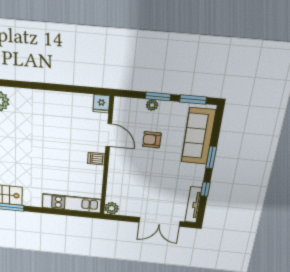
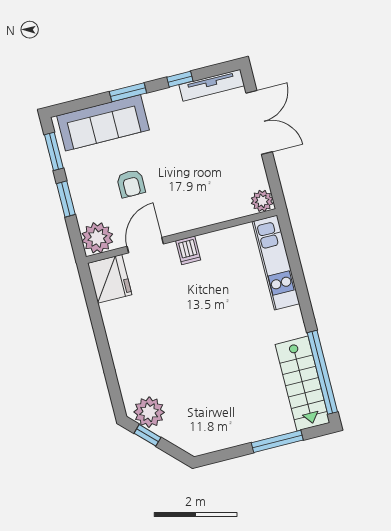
fridge: (101, 104) -> (110, 279), width x1.88, depth x1.34
plant: (152, 105) -> (97, 238), moved, width x1.87, depth x1.87

